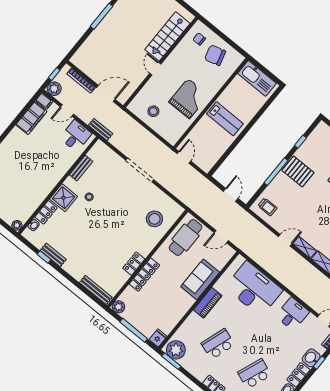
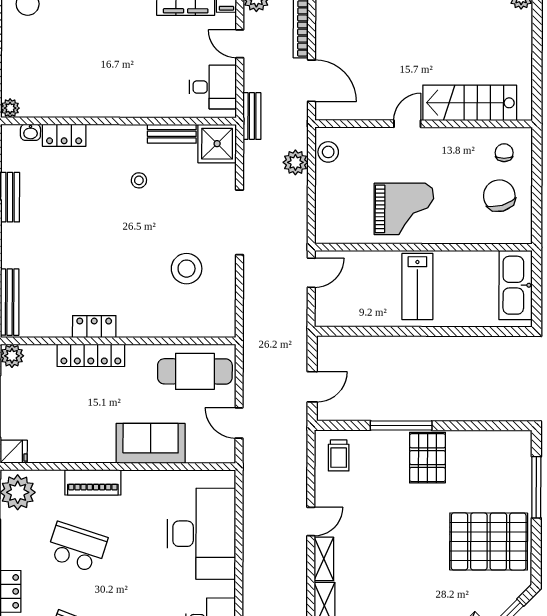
stool: (153, 111) -> (328, 152), moved
plant: (134, 127) -> (295, 162), added
window: (301, 142) -> (475, 426), removed
shower: (63, 198) -> (217, 144), moved
stool: (154, 219) -> (187, 269), moved
door: (285, 240) -> (311, 522), hinge flipped
piano: (208, 303) -> (93, 482), moved

